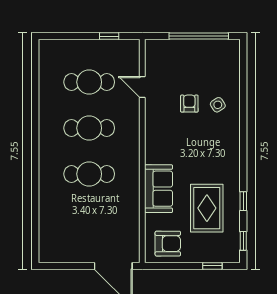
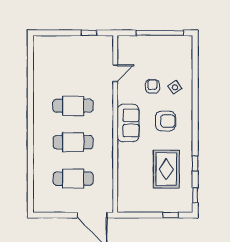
cafe table: (89, 82) -> (73, 179), moved
door: (142, 87) -> (115, 73), swing flipped
sofa: (159, 189) -> (128, 123), moved
armchair: (168, 244) -> (165, 121), moved

